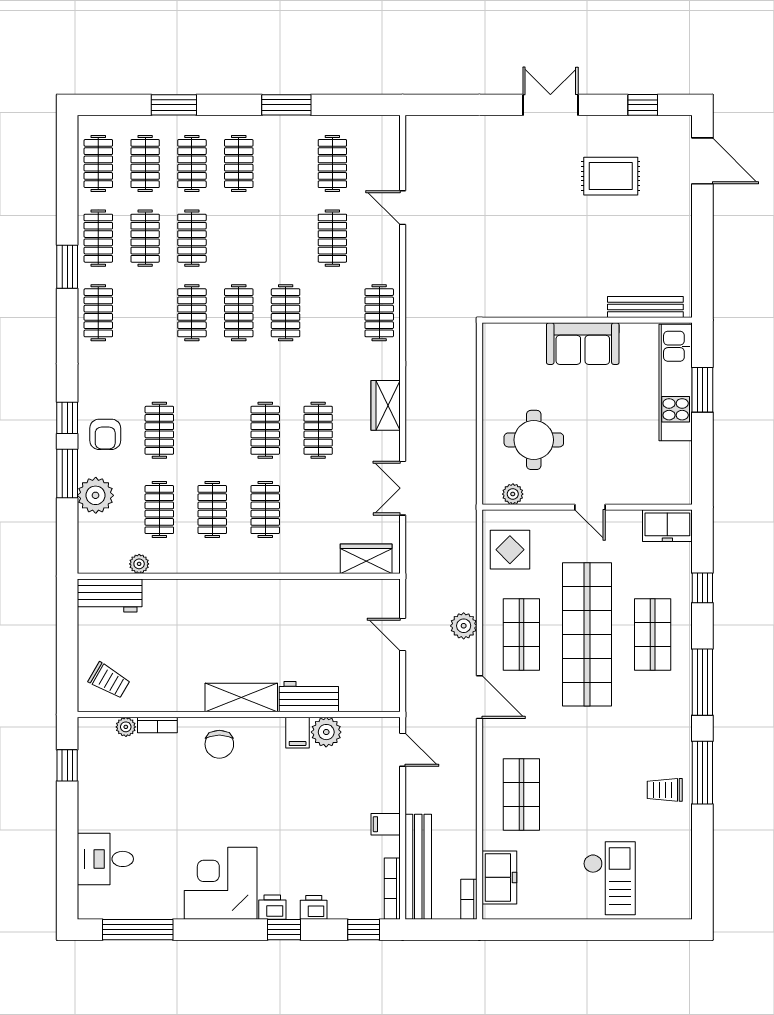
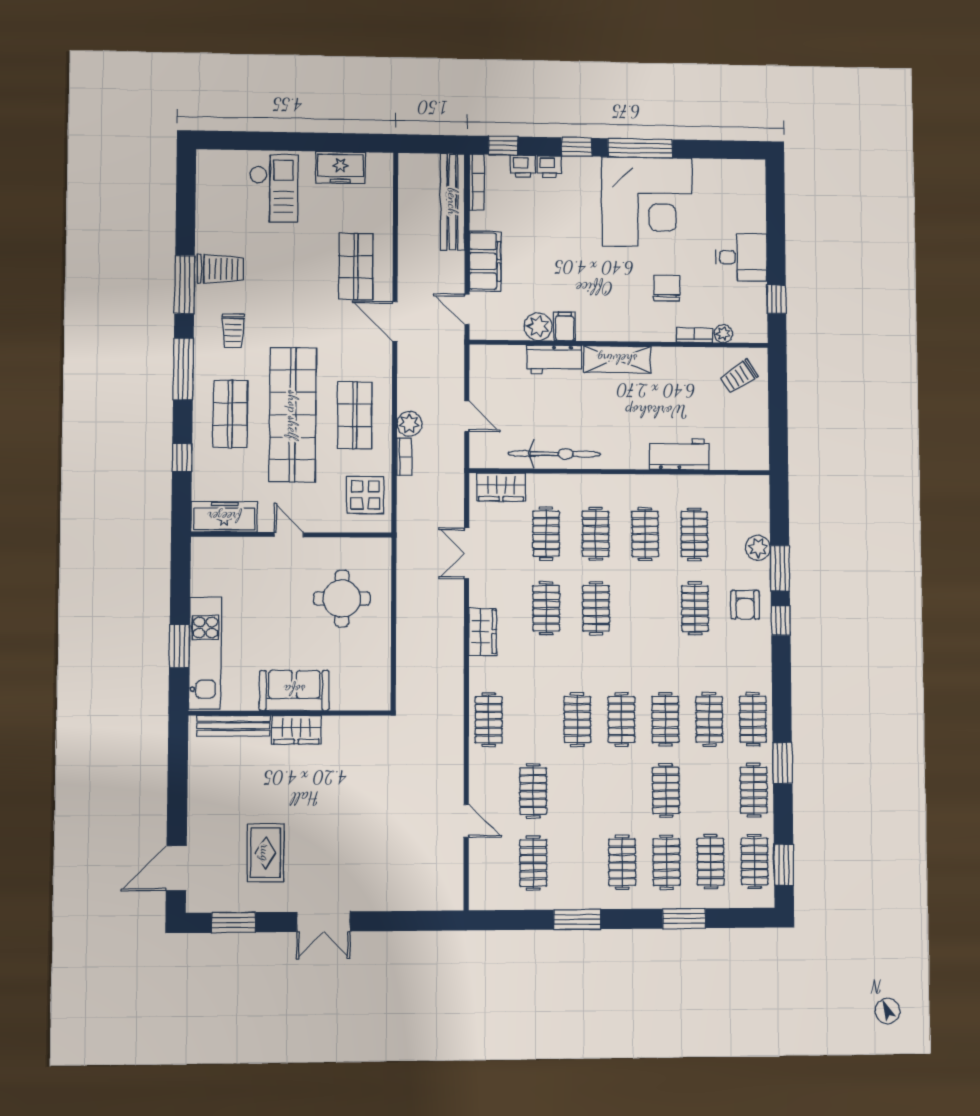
window: (643, 105) -> (234, 922), width x1.50
window: (67, 160) -> (784, 865), added
door: (702, 161) -> (176, 868), hinge flipped
rug: (611, 176) -> (266, 853), turned 90
clothes rail: (145, 238) -> (709, 719), moved
wardrobe: (580, 303) -> (296, 730), added
armchair: (105, 434) -> (745, 605), turned 180
double door: (403, 488) -> (467, 553), swing flipped
plant: (513, 494) -> (362, 547), removed
plant: (96, 495) -> (758, 548), width x0.73, depth x0.73
clothes rail: (318, 510) -> (546, 533), added
freezer: (667, 526) -> (224, 517), width x1.40
plant: (139, 564) -> (713, 484), removed
workbench: (110, 595) -> (679, 454), moved
bicycle: (309, 595) -> (554, 454), added
trolley: (109, 680) -> (739, 376), turned -63
door: (479, 697) -> (395, 321), moved
trolley: (651, 724) -> (233, 331), added
chair: (219, 744) -> (667, 288), moved
trolley: (665, 790) -> (220, 269), width x1.36, depth x1.39
filing cabinet: (386, 824) -> (485, 261), width x3.00, depth x1.17
desk: (105, 859) -> (741, 257), moved
freezer: (499, 877) -> (340, 168), moved, turned -90
checkout: (609, 878) -> (274, 188), turned 180
corner desk: (221, 883) -> (647, 202), width x1.36, depth x1.36
bookcase: (469, 899) -> (404, 457), moved
printer: (272, 907) -> (523, 166), moved
window: (138, 930) -> (640, 148), moved

